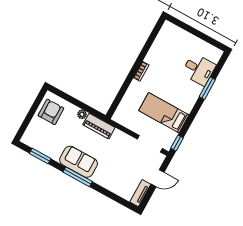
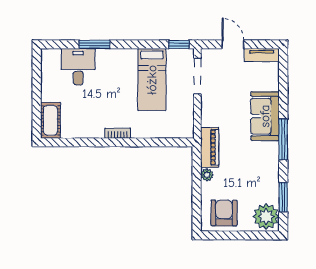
cot: (174, 32) -> (50, 120), added
armchair: (51, 112) -> (224, 213), turned 90
plant: (34, 138) -> (266, 216), added
sofa: (79, 162) -> (265, 116), moved

